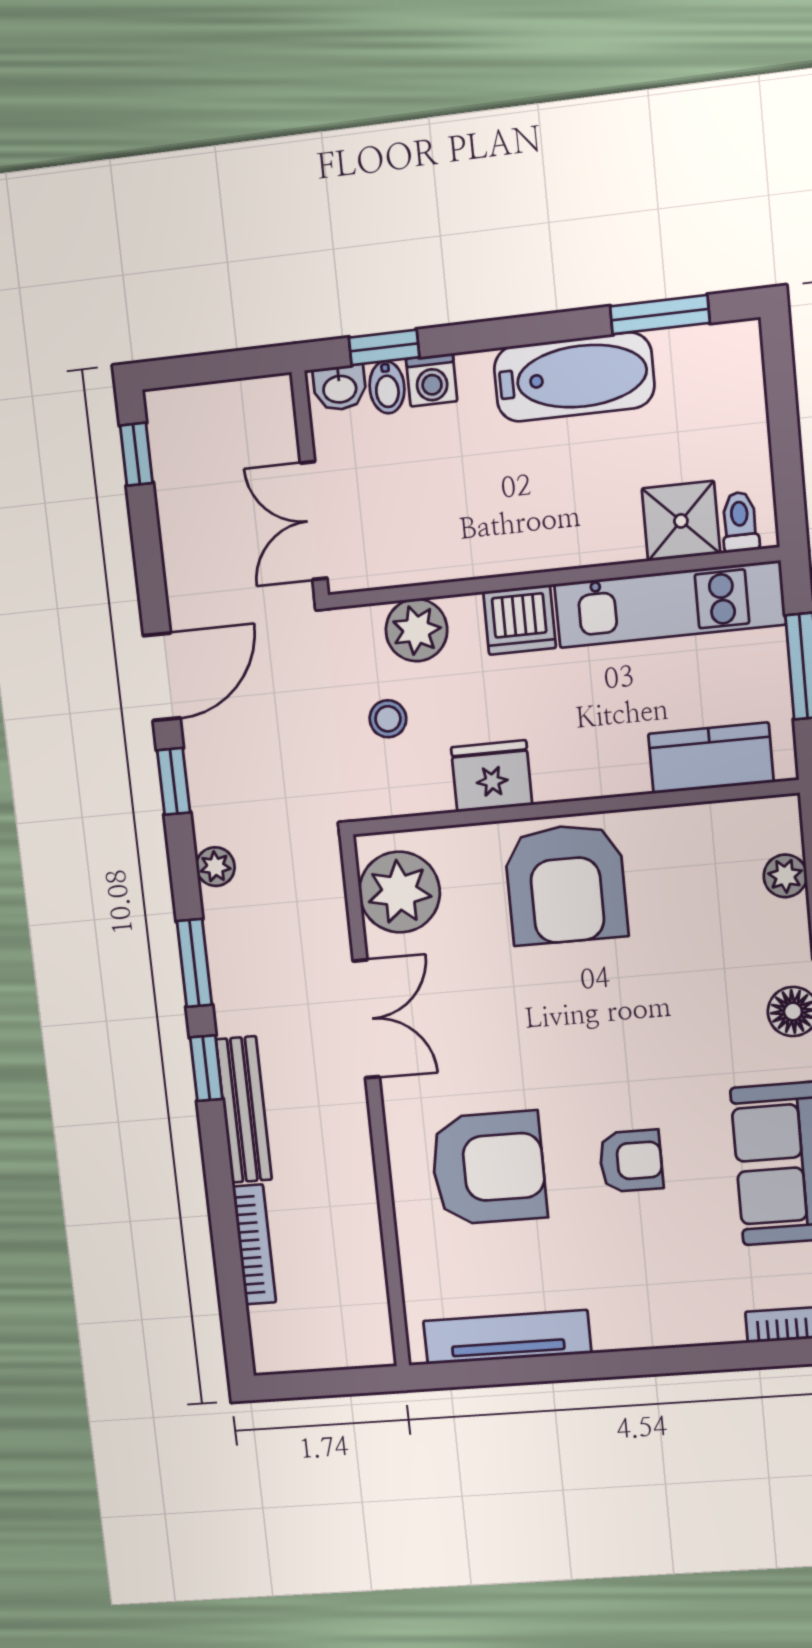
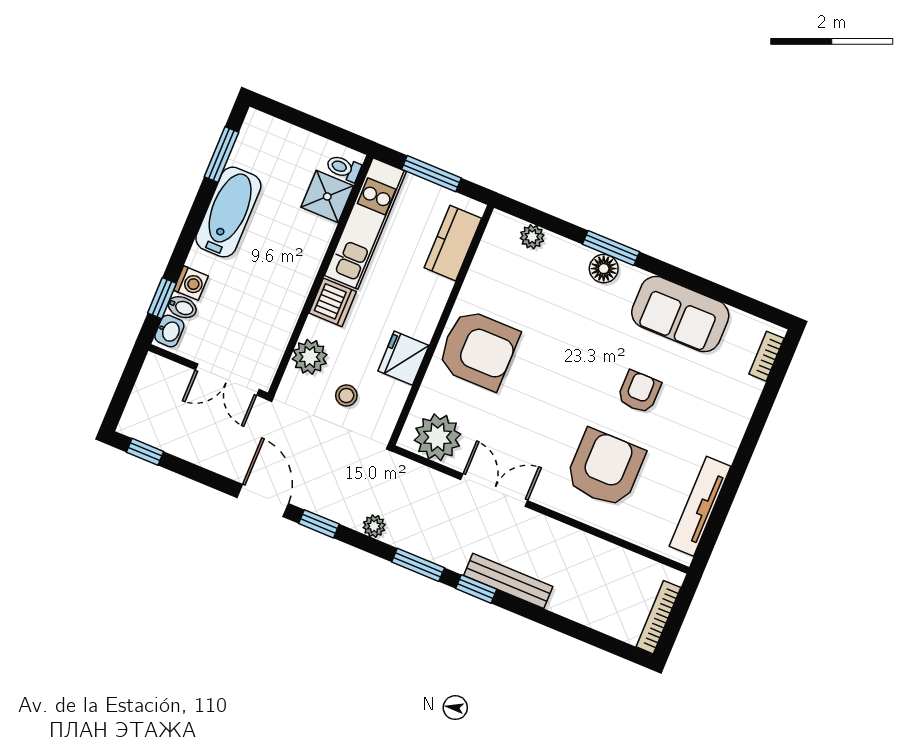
bookcase: (254, 1244) -> (658, 617), moved, turned -90

